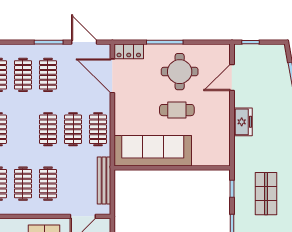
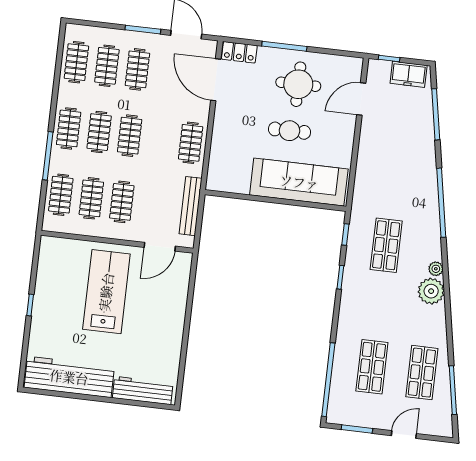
freezer: (243, 122) -> (409, 74), moved, turned 90
clothes rail: (73, 129) -> (99, 132), moved
sofa: (153, 151) -> (299, 182), moved

